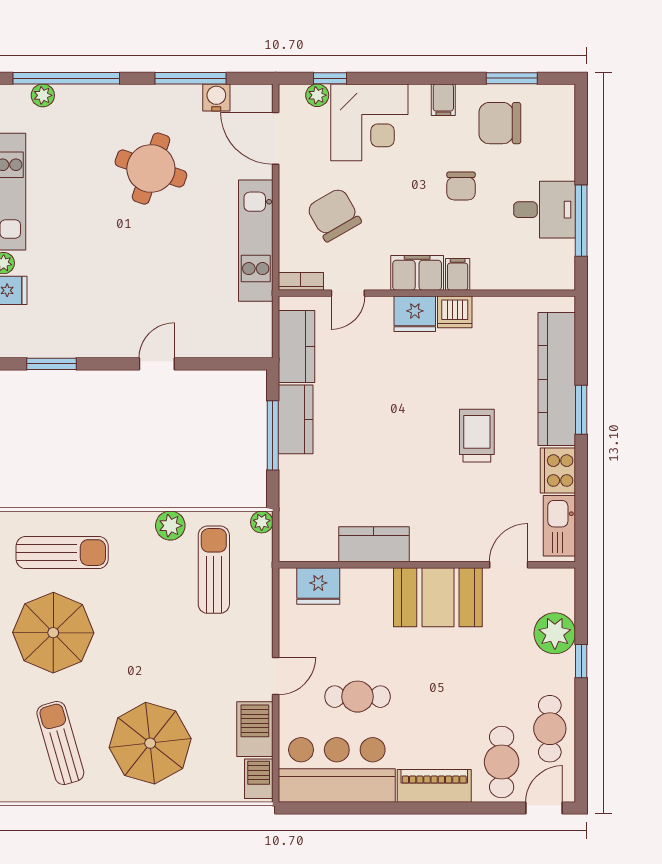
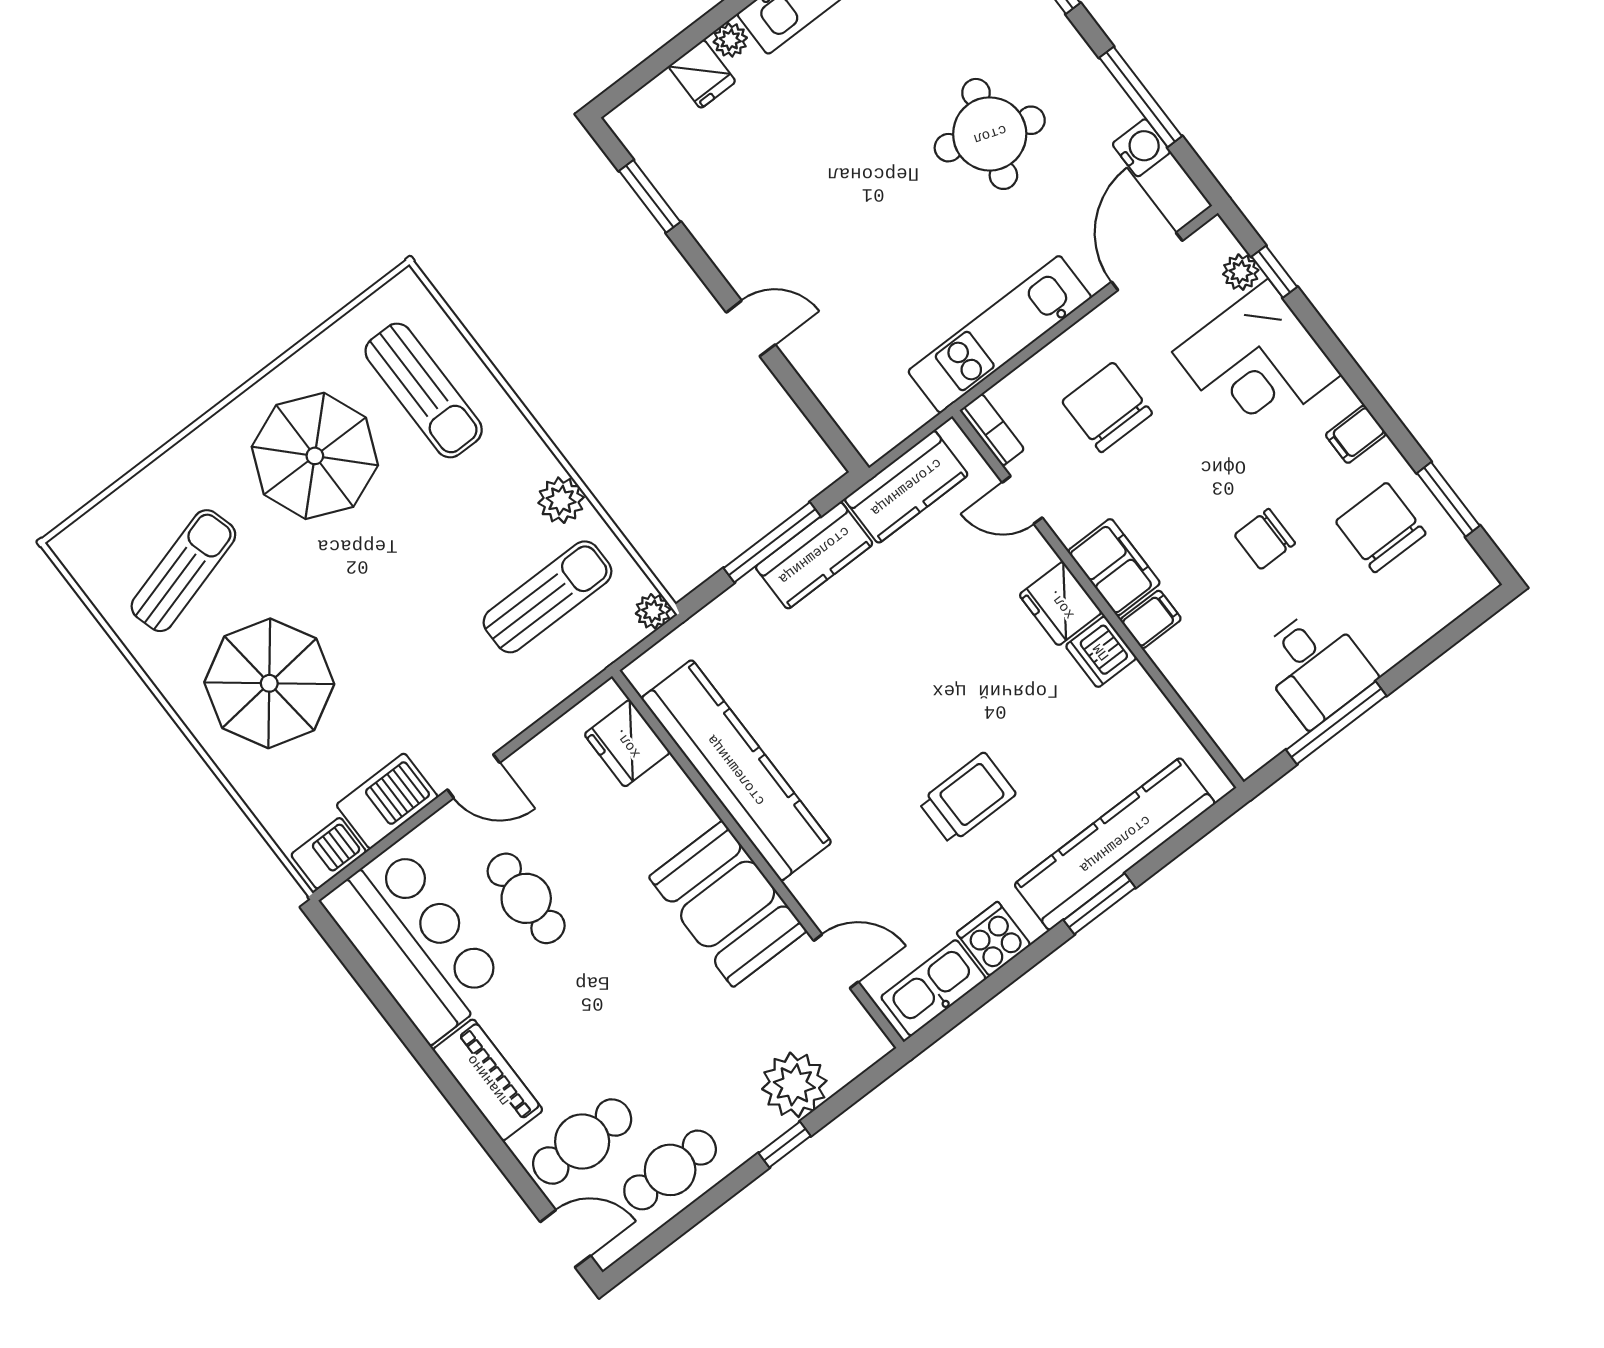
chair: (334, 215) -> (1107, 407), turned -60
cooker: (558, 471) -> (994, 939), width x0.73
kitchen counter: (374, 544) -> (736, 770), width x2.08, depth x1.17

